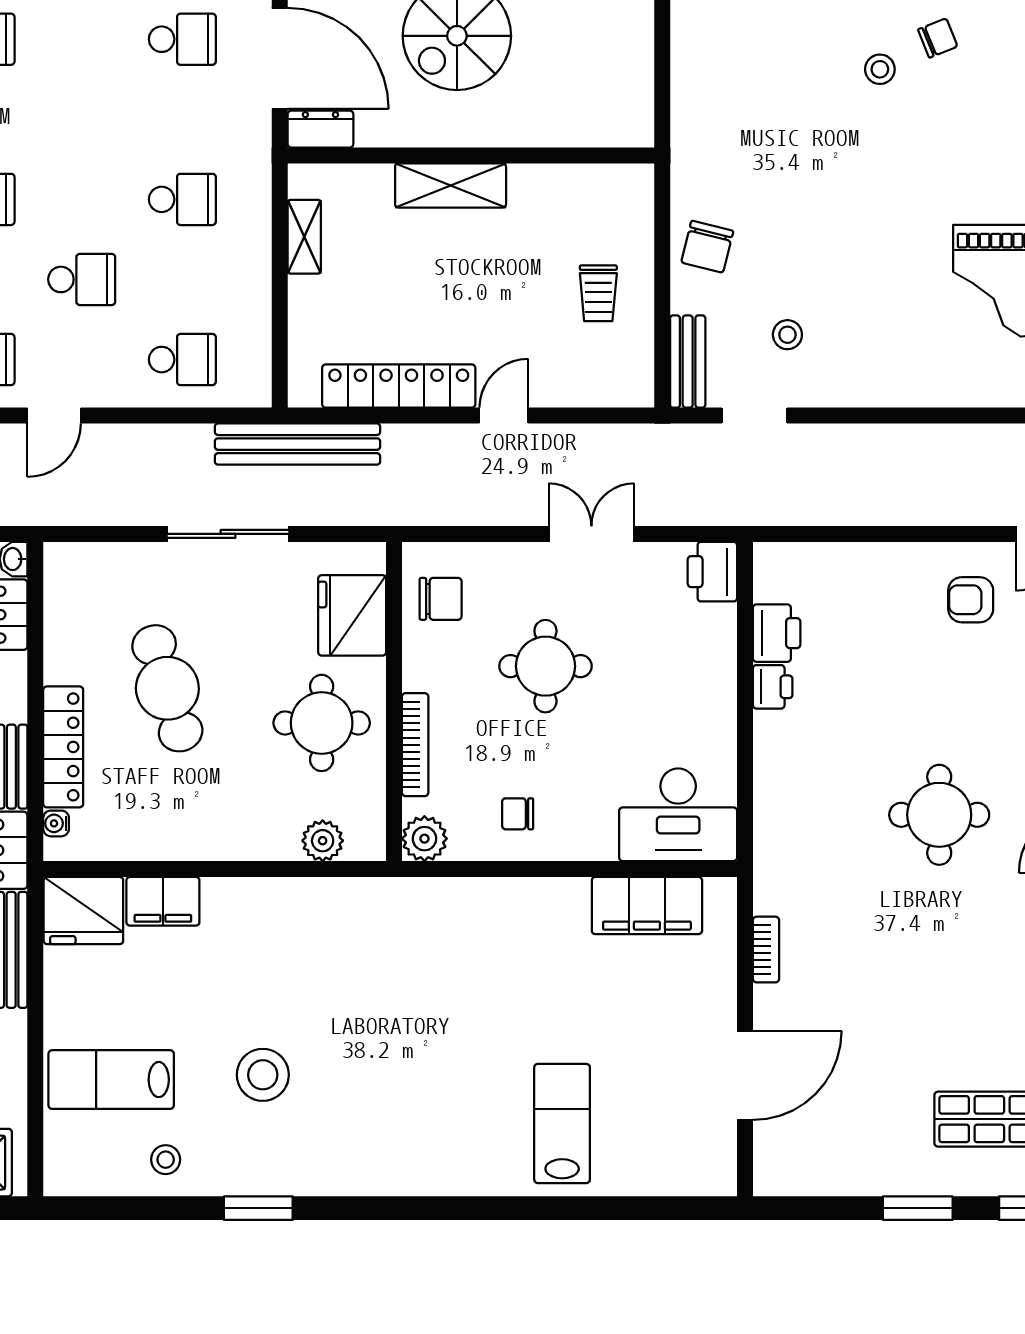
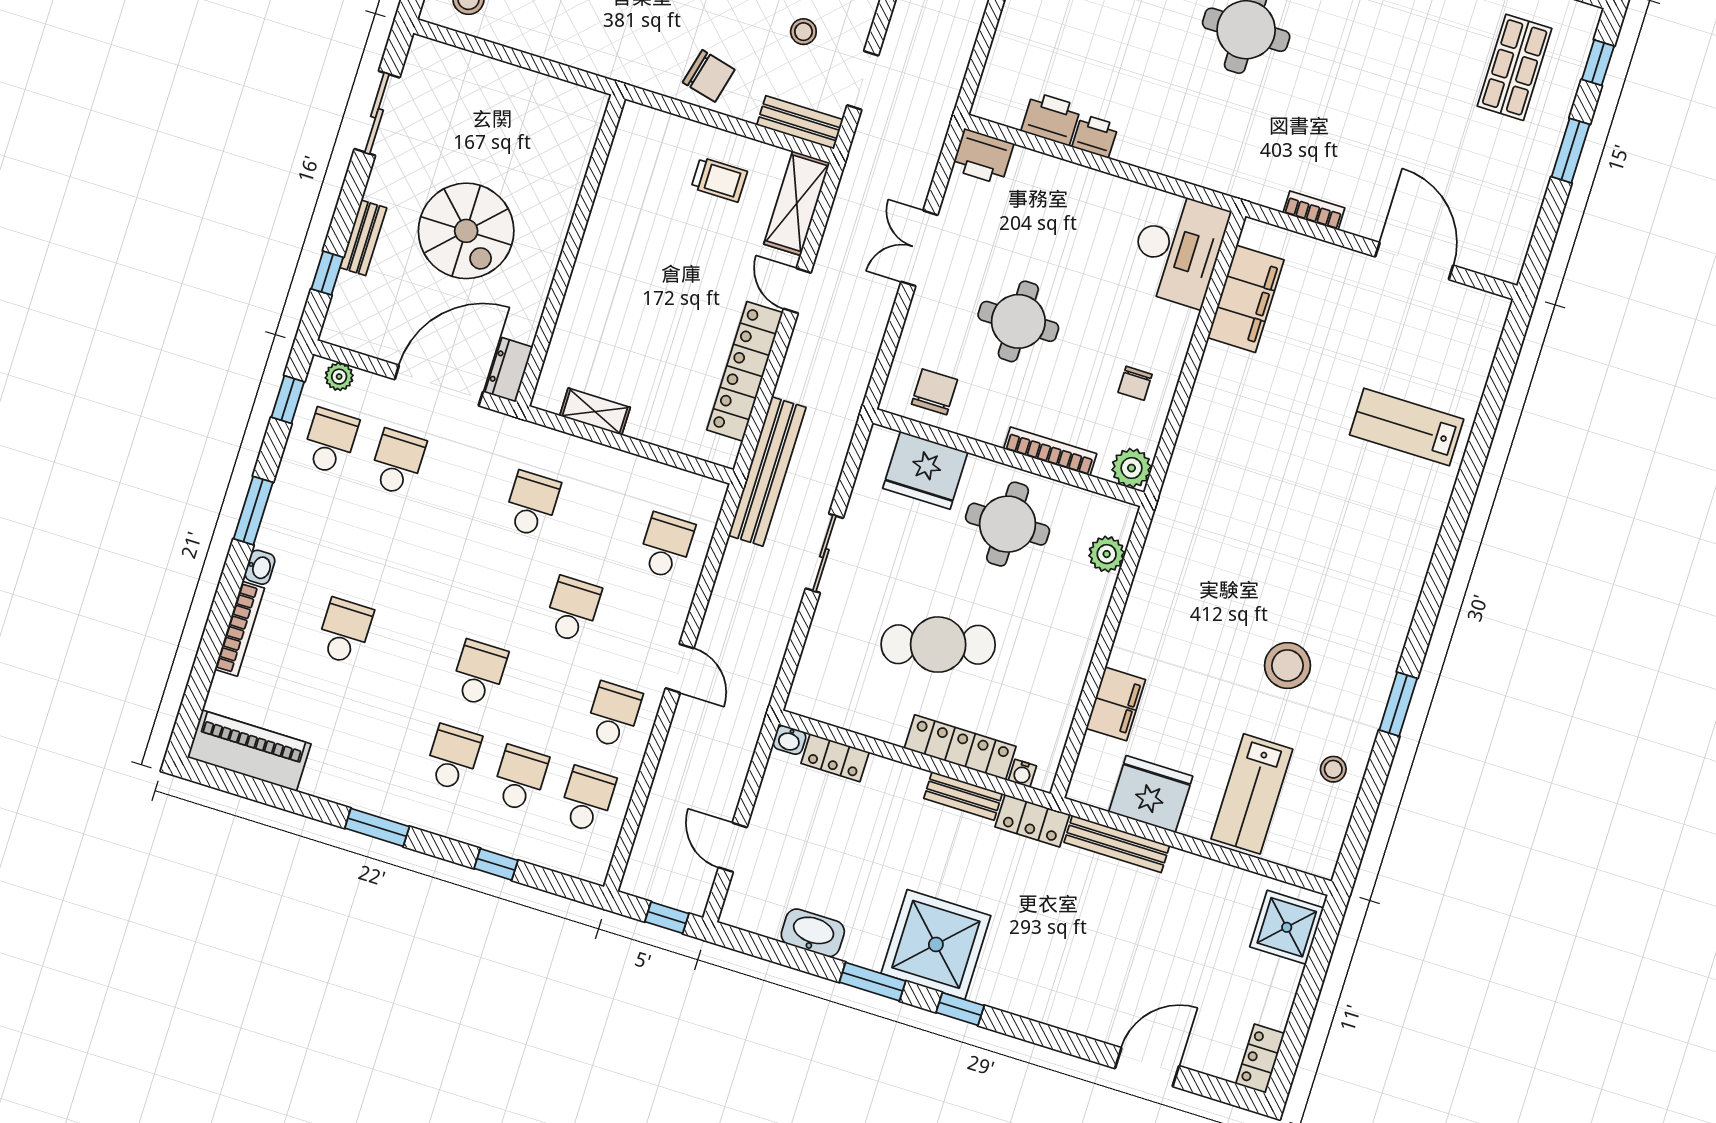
shelving: (451, 185) -> (797, 203), moved
sliding door: (228, 534) -> (824, 553), width x0.73
fridge: (83, 911) -> (1151, 794), moved, turned -90

